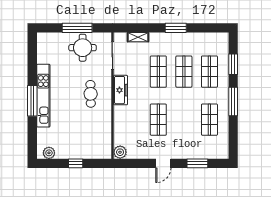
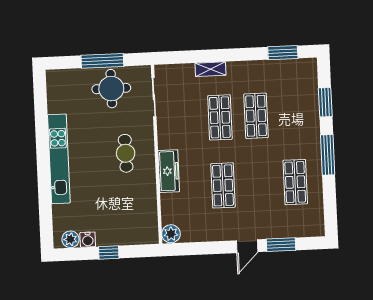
window: (176, 28) -> (283, 53), moved
shelving: (138, 37) -> (210, 69), moved
shop shelf: (209, 72) -> (292, 114), removed
freezer: (120, 90) -> (169, 171), moved
window: (32, 101) -> (44, 167), removed
water cooler: (61, 154) -> (88, 240), added
door: (163, 163) -> (247, 246), moved

